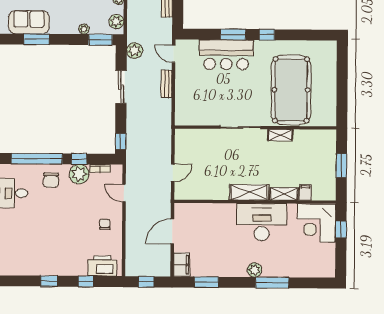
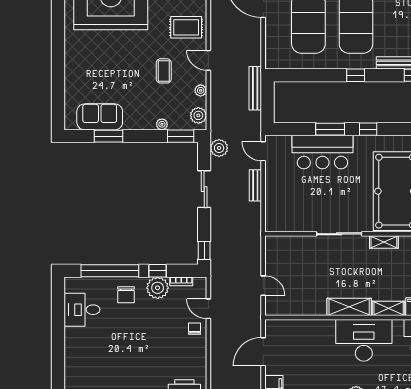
door: (173, 173) -> (263, 286), hinge flipped
chair: (105, 224) -> (195, 329), moved

